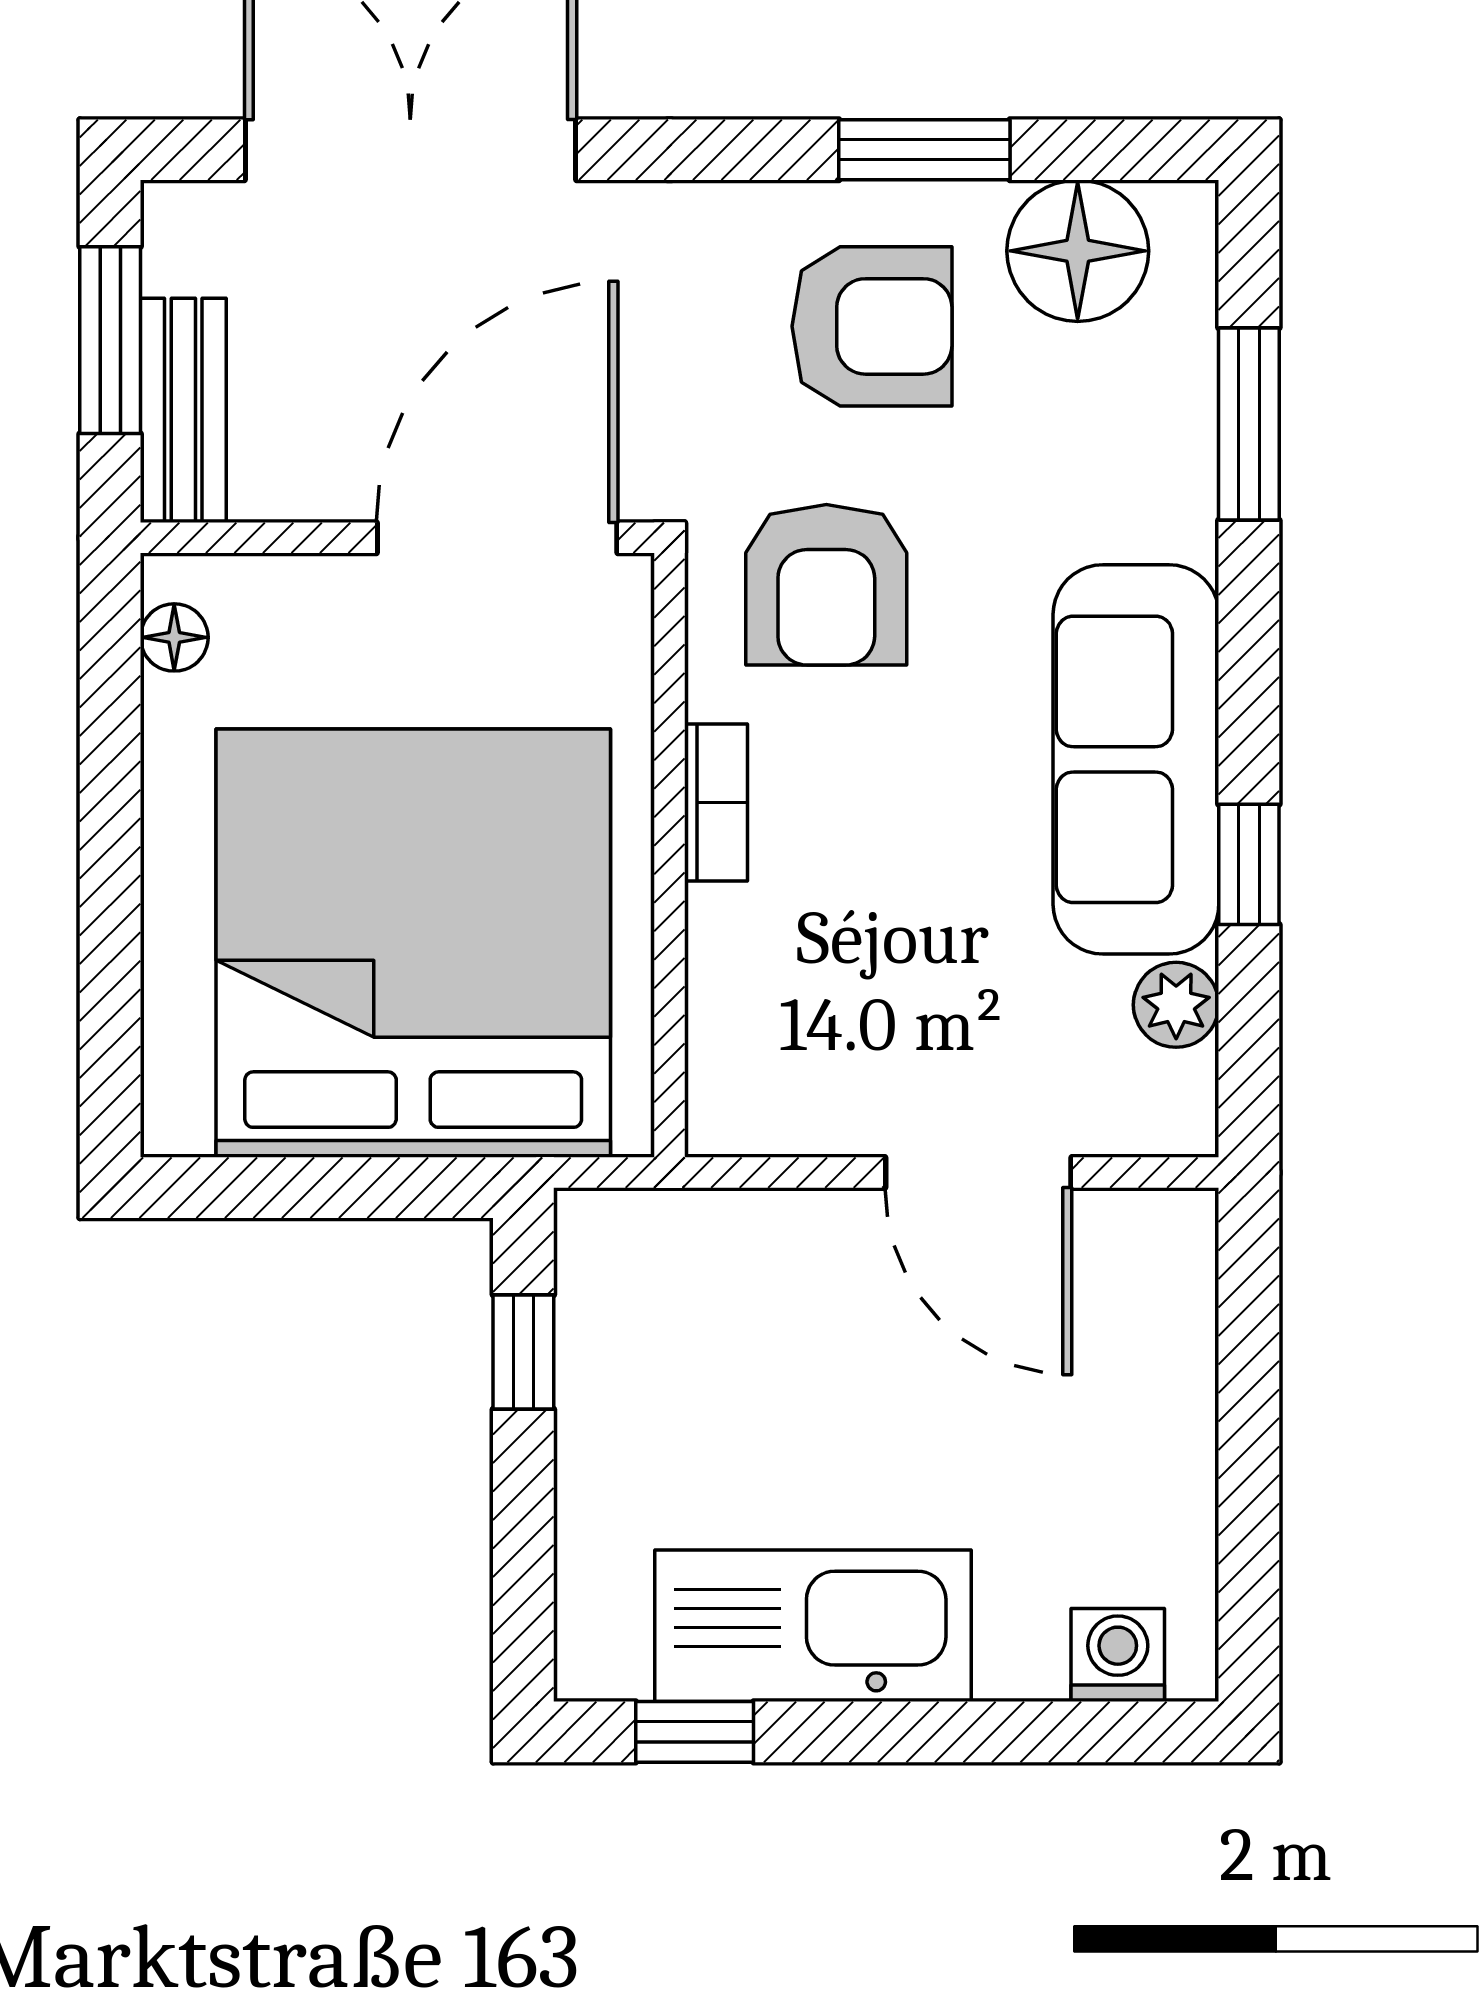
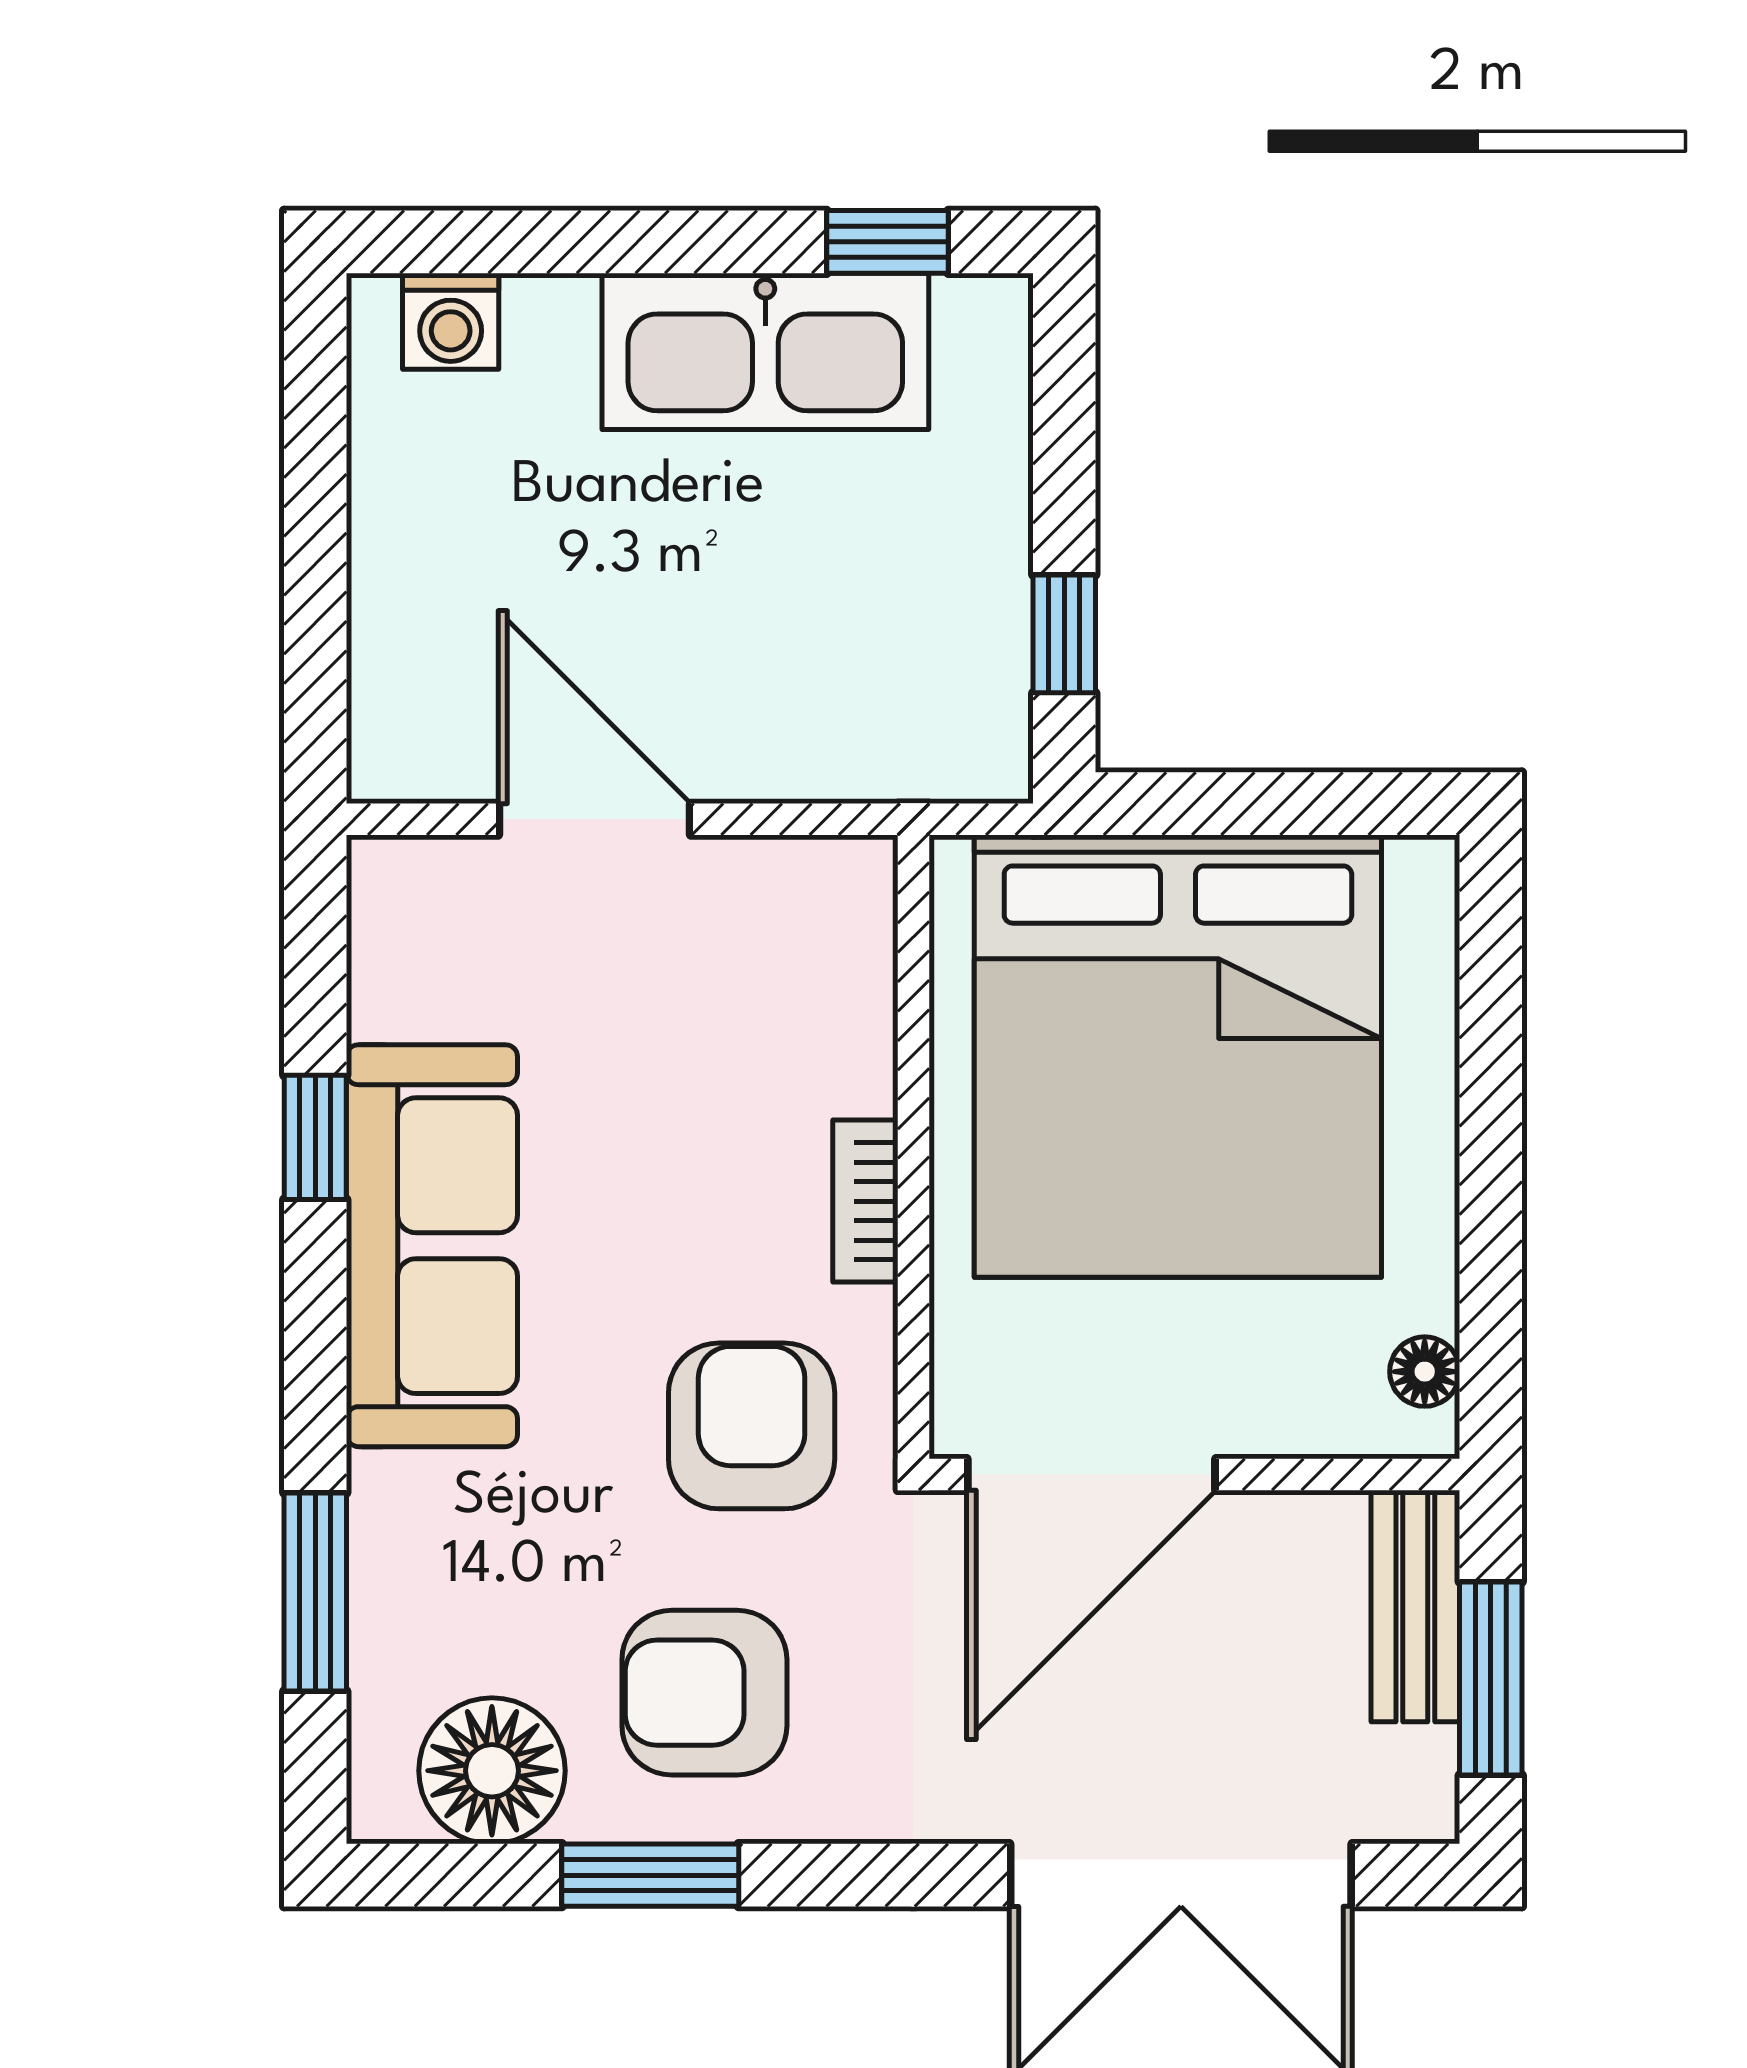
plant: (1176, 1005) -> (390, 992), removed

